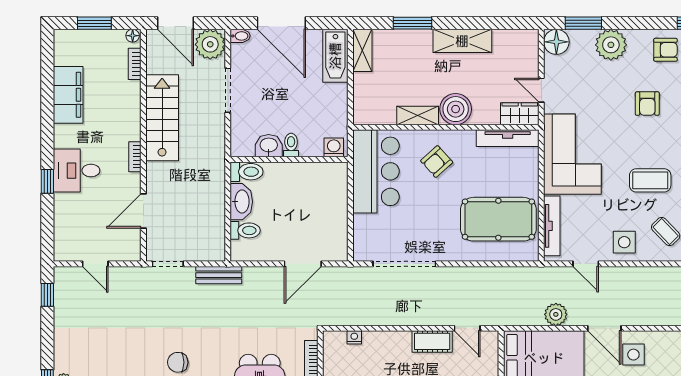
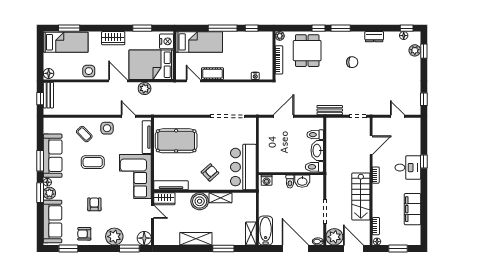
side table: (633, 355) -> (89, 71), moved

